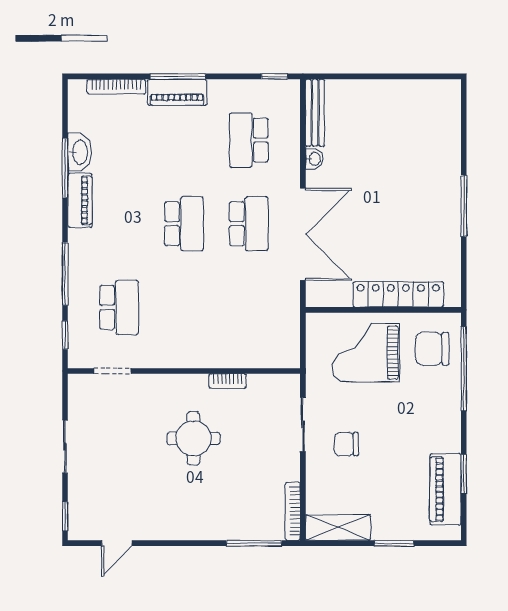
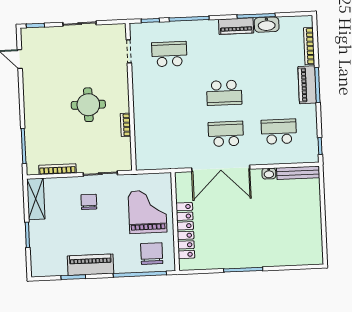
school desk: (249, 224) -> (226, 134), turned 180
school desk: (119, 307) -> (169, 54), turned 180
piano: (445, 489) -> (91, 265), moved
bookcase: (293, 511) -> (57, 169), moved

